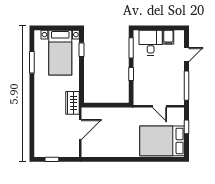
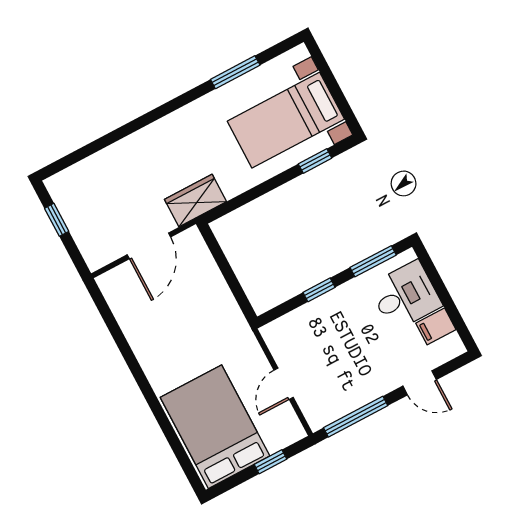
door: (80, 130) -> (149, 246), hinge flipped

